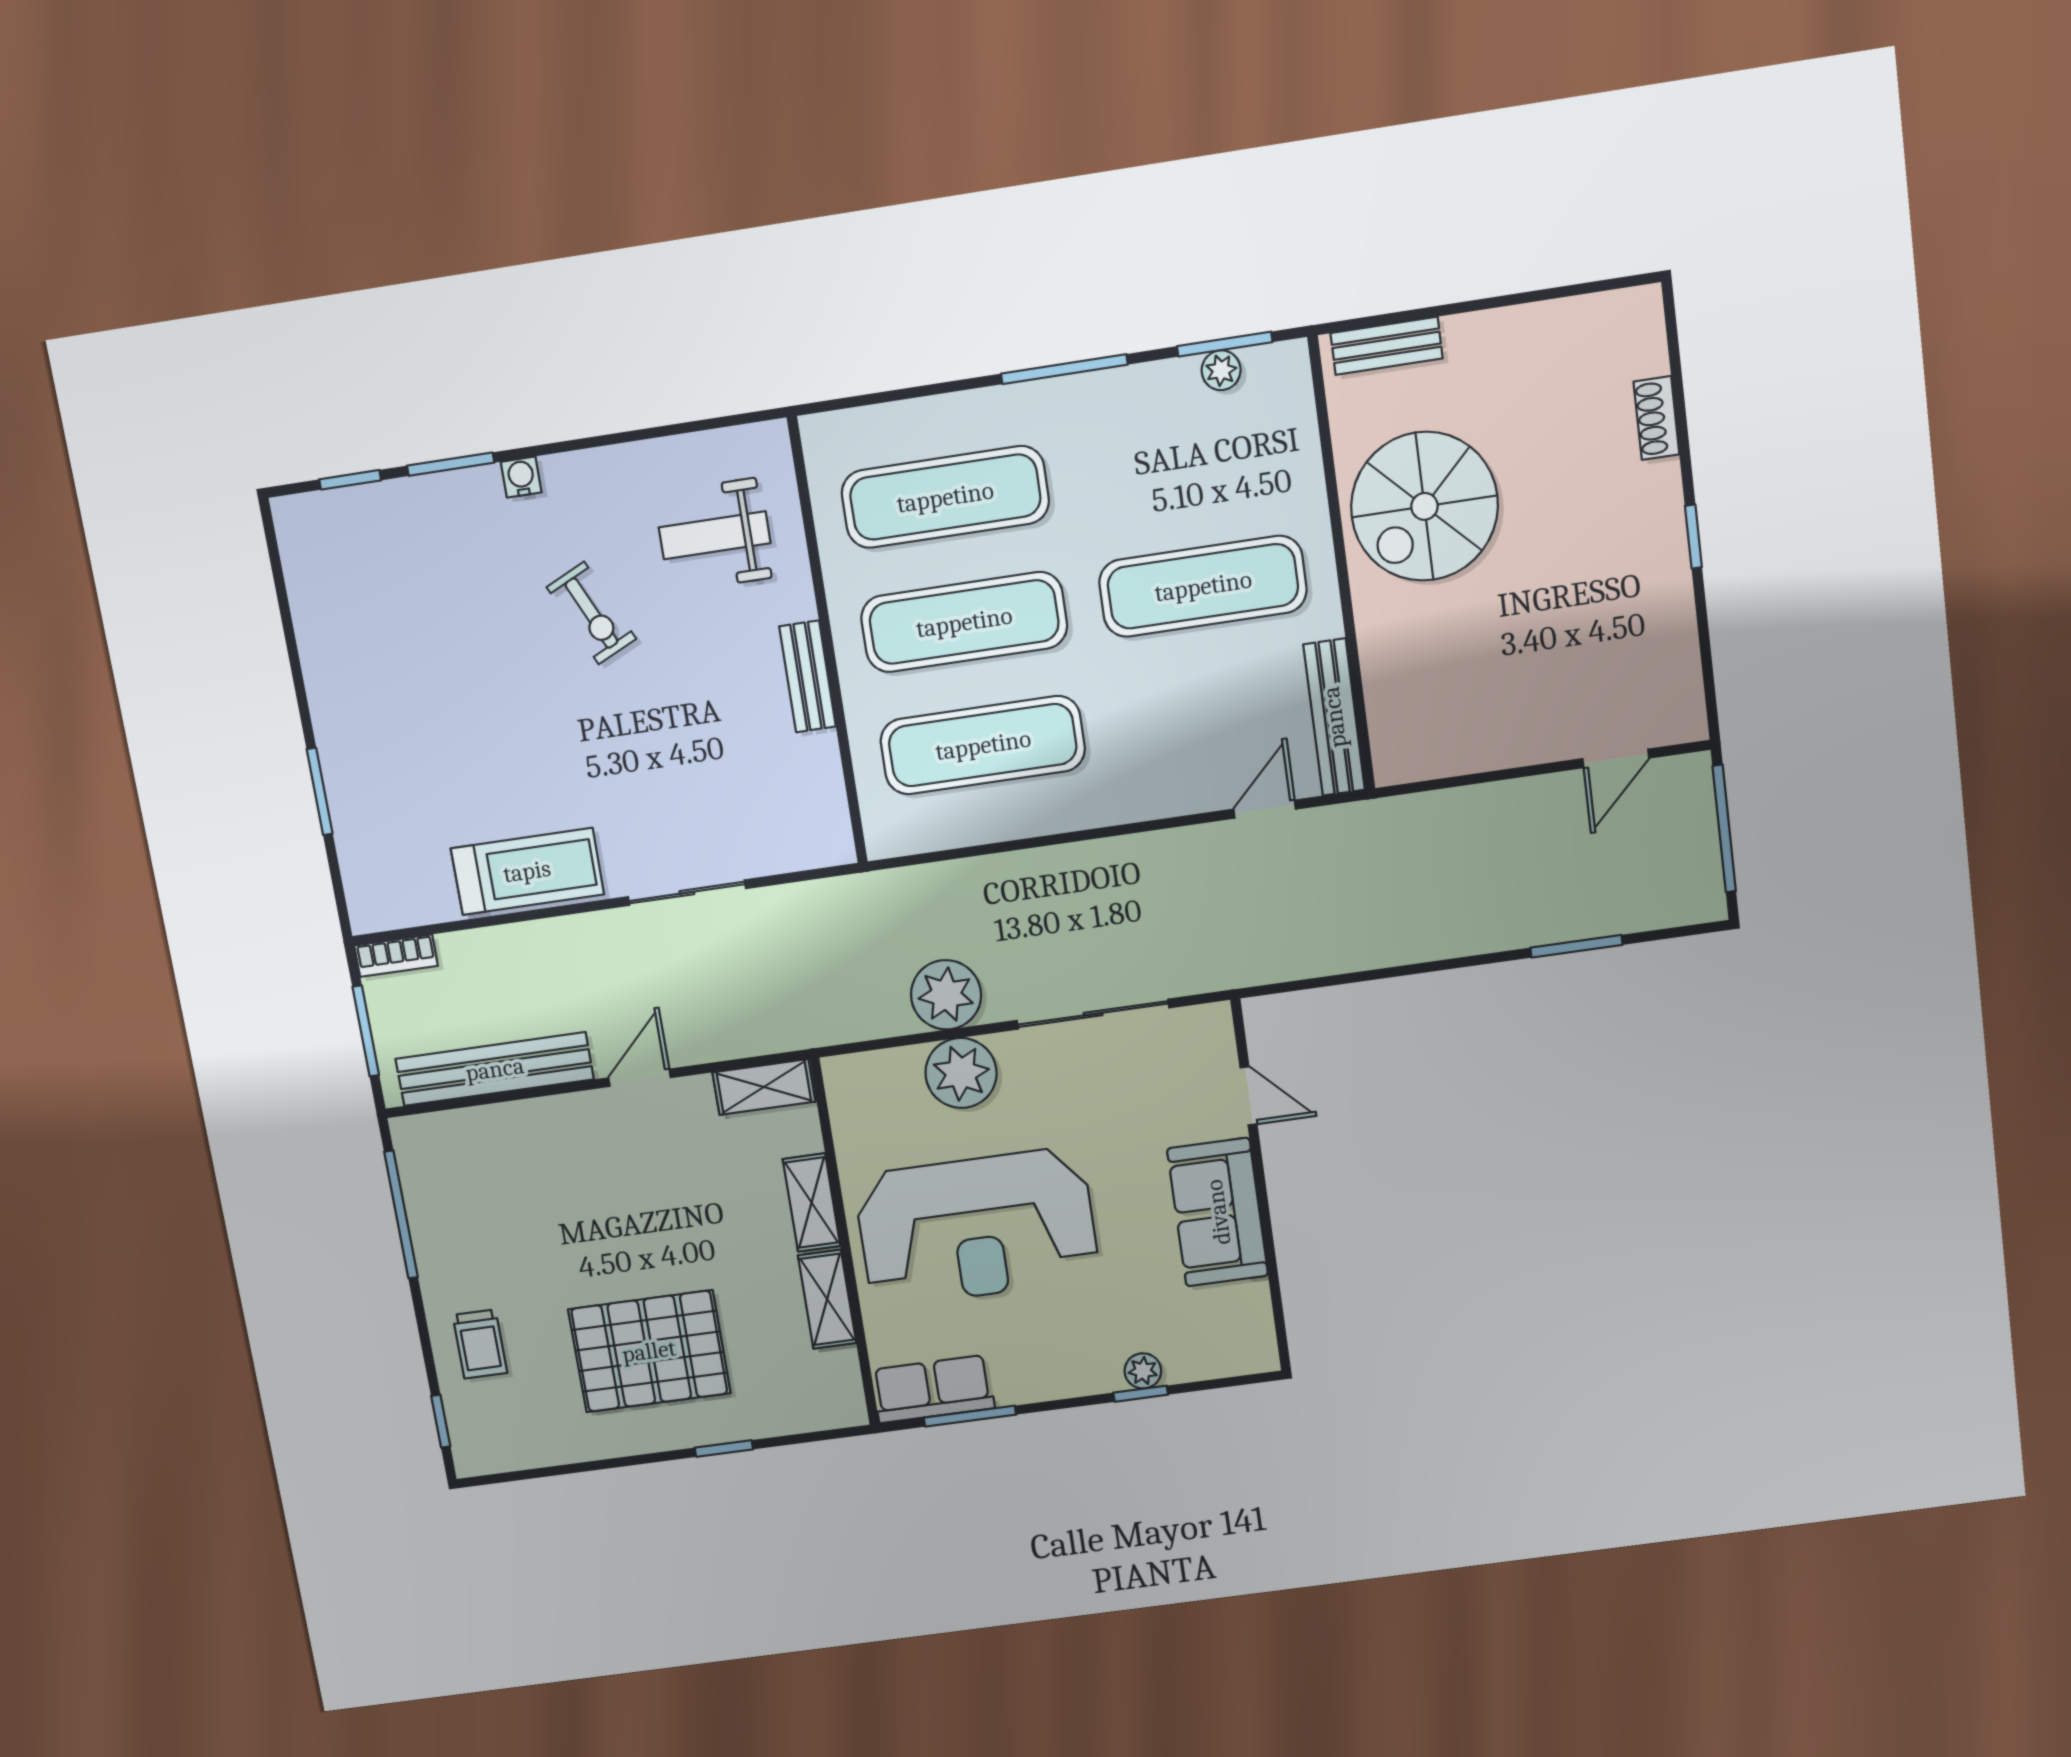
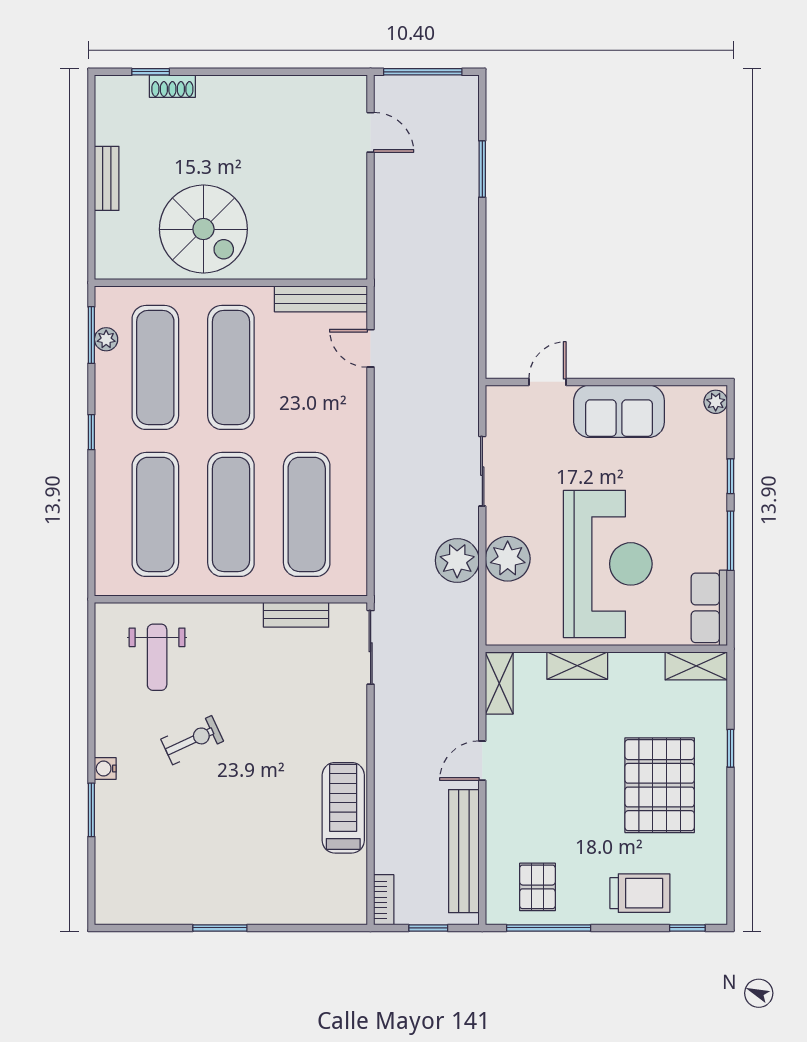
bench: (1387, 346) -> (107, 178), moved
window: (1064, 369) -> (91, 432), width x0.46
exercise mat: (1186, 460) -> (155, 367), added
window: (350, 480) -> (91, 873), removed
window: (1693, 536) -> (151, 72), moved
bench: (808, 676) -> (296, 615), moved
window: (320, 791) -> (220, 928), moved
sliding door: (687, 893) -> (371, 647), moved
sliding door: (1093, 1014) -> (482, 471), width x0.73
window: (366, 1031) -> (428, 928), width x0.67
door: (639, 1078) -> (482, 761), hinge flipped
pallet: (460, 1189) -> (537, 887), added
shelving: (827, 1299) -> (696, 666), moved
trolley: (480, 1344) -> (640, 893), width x1.36, depth x1.39
plant: (1143, 1371) -> (716, 402), moved
window: (970, 1416) -> (730, 541), moved

